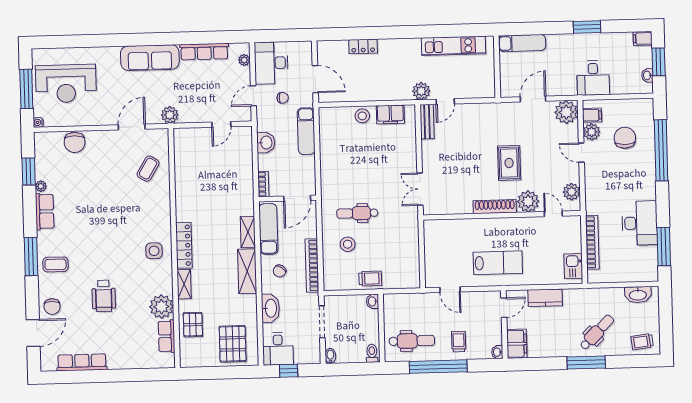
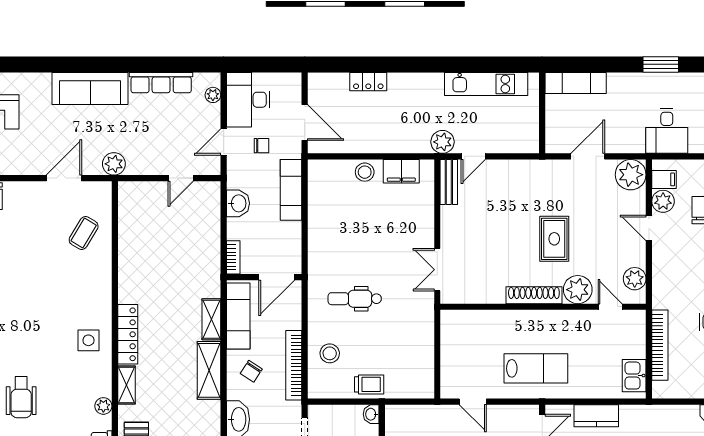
stool: (348, 244) -> (330, 353), moved
plant: (161, 307) -> (103, 406), width x0.53, depth x0.53

